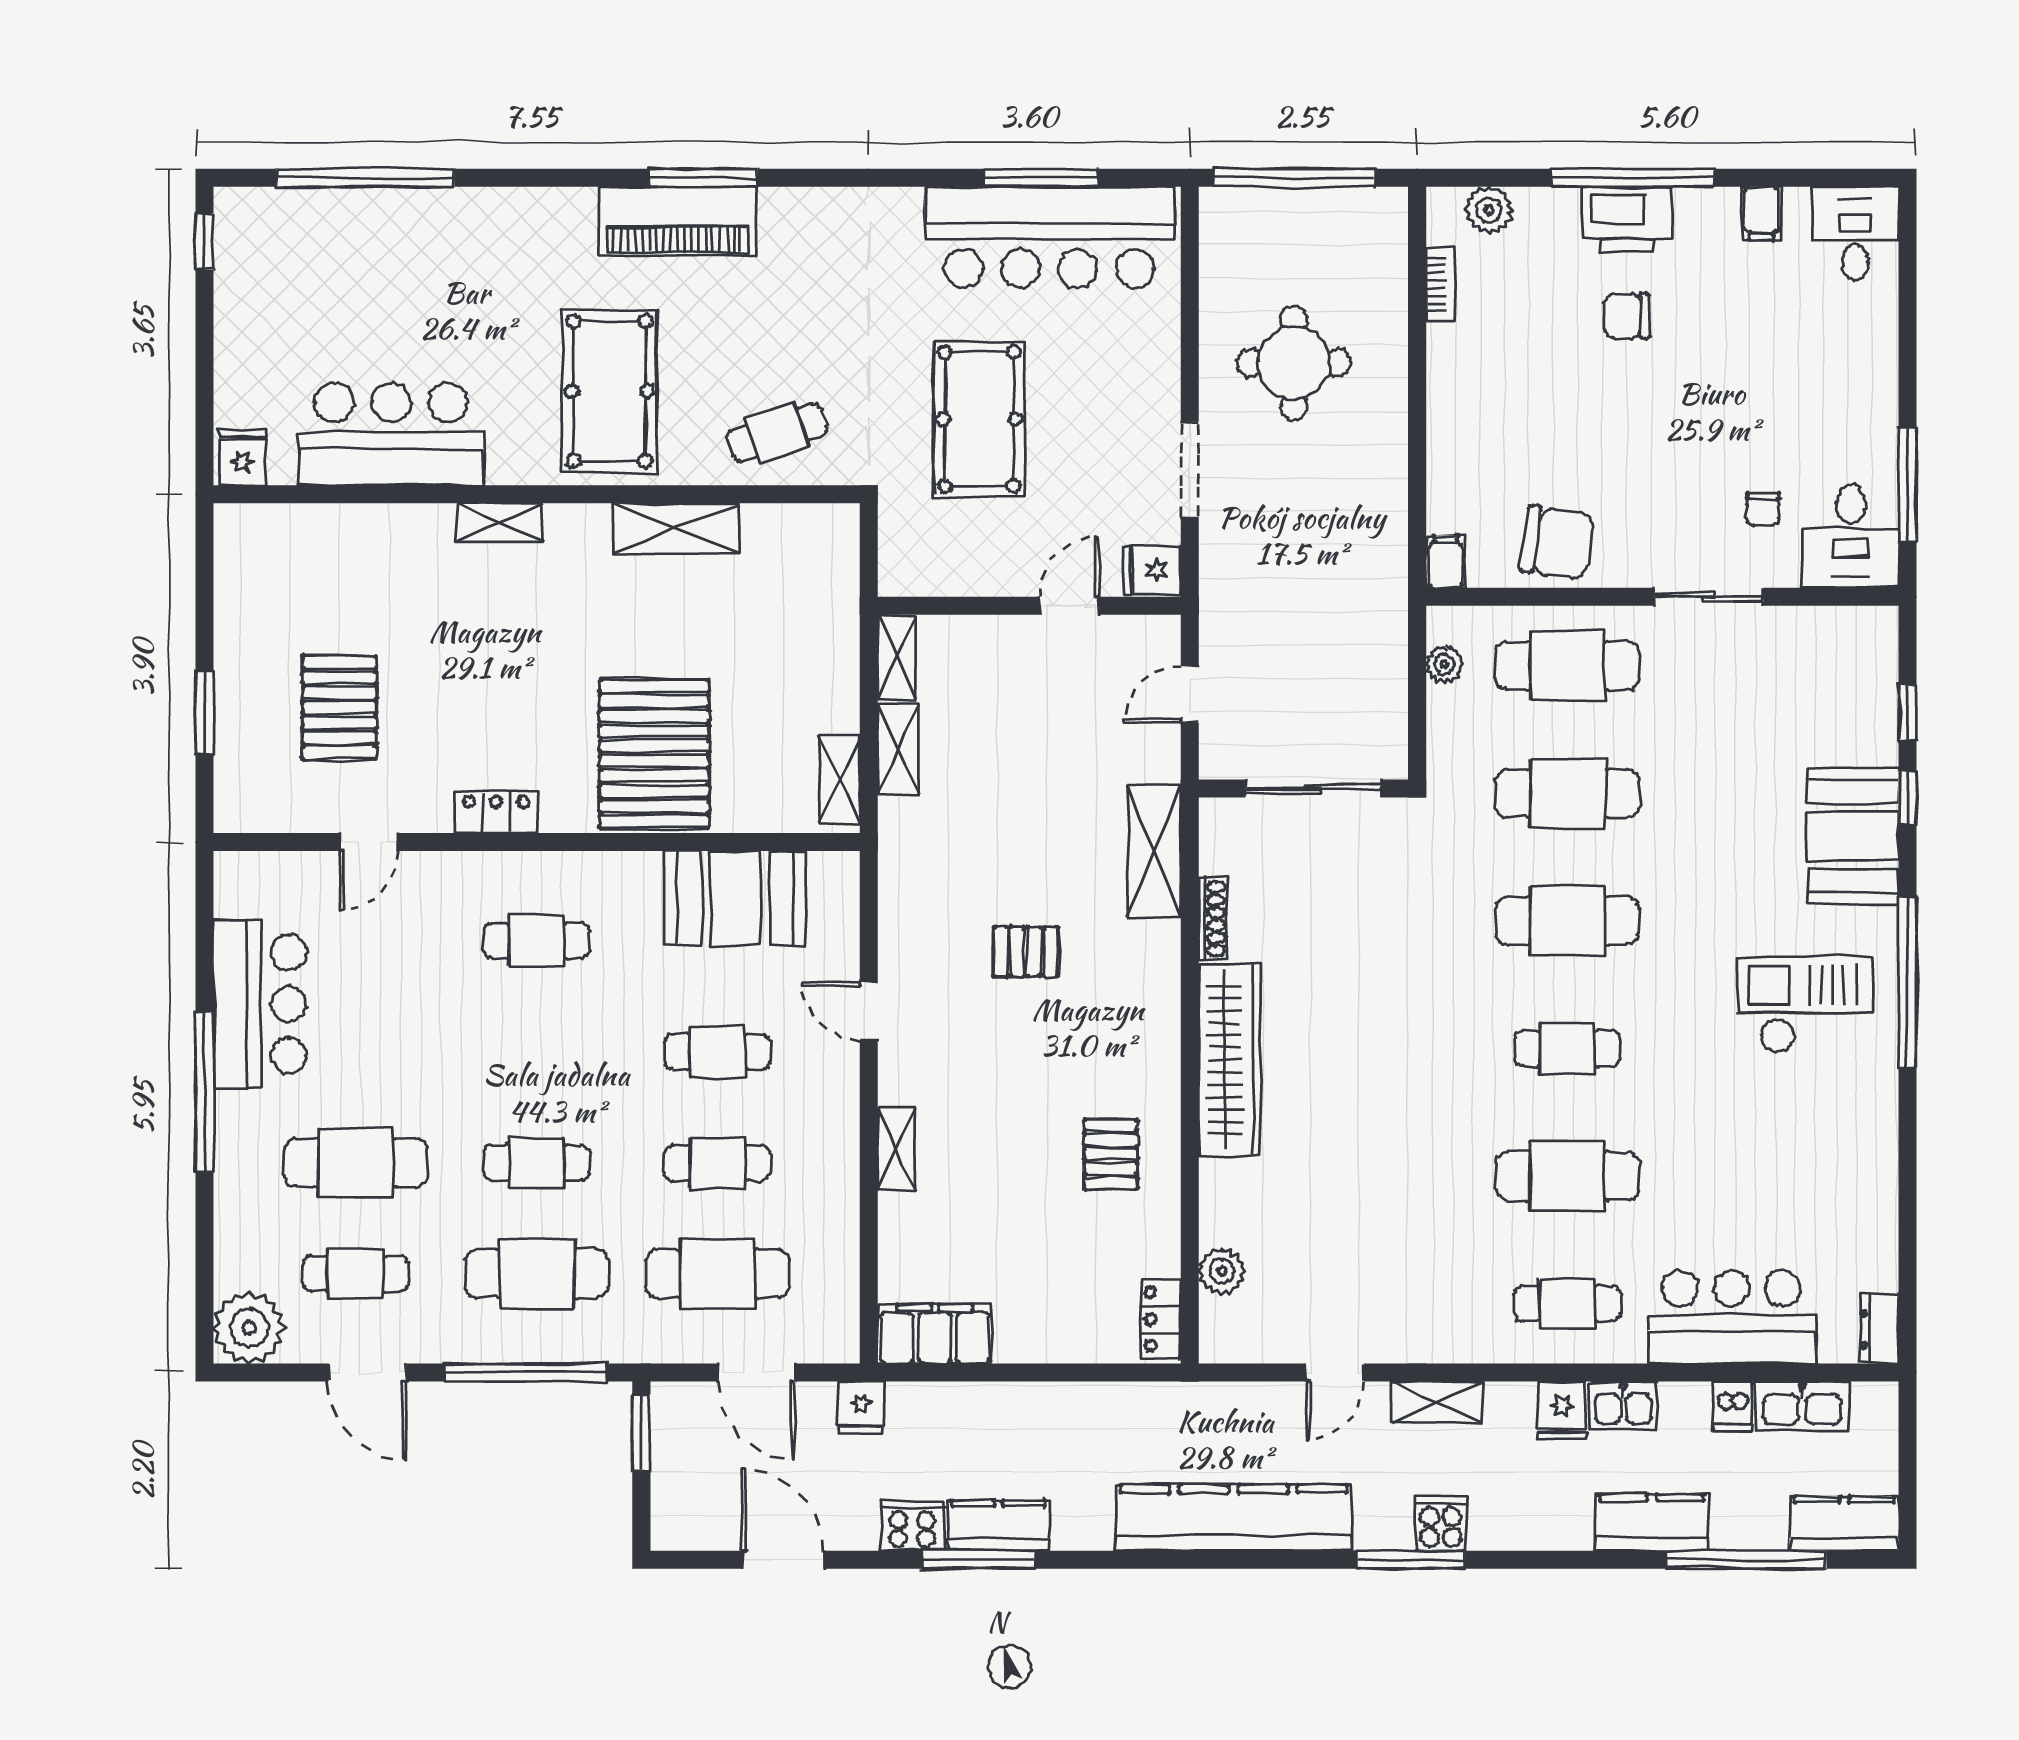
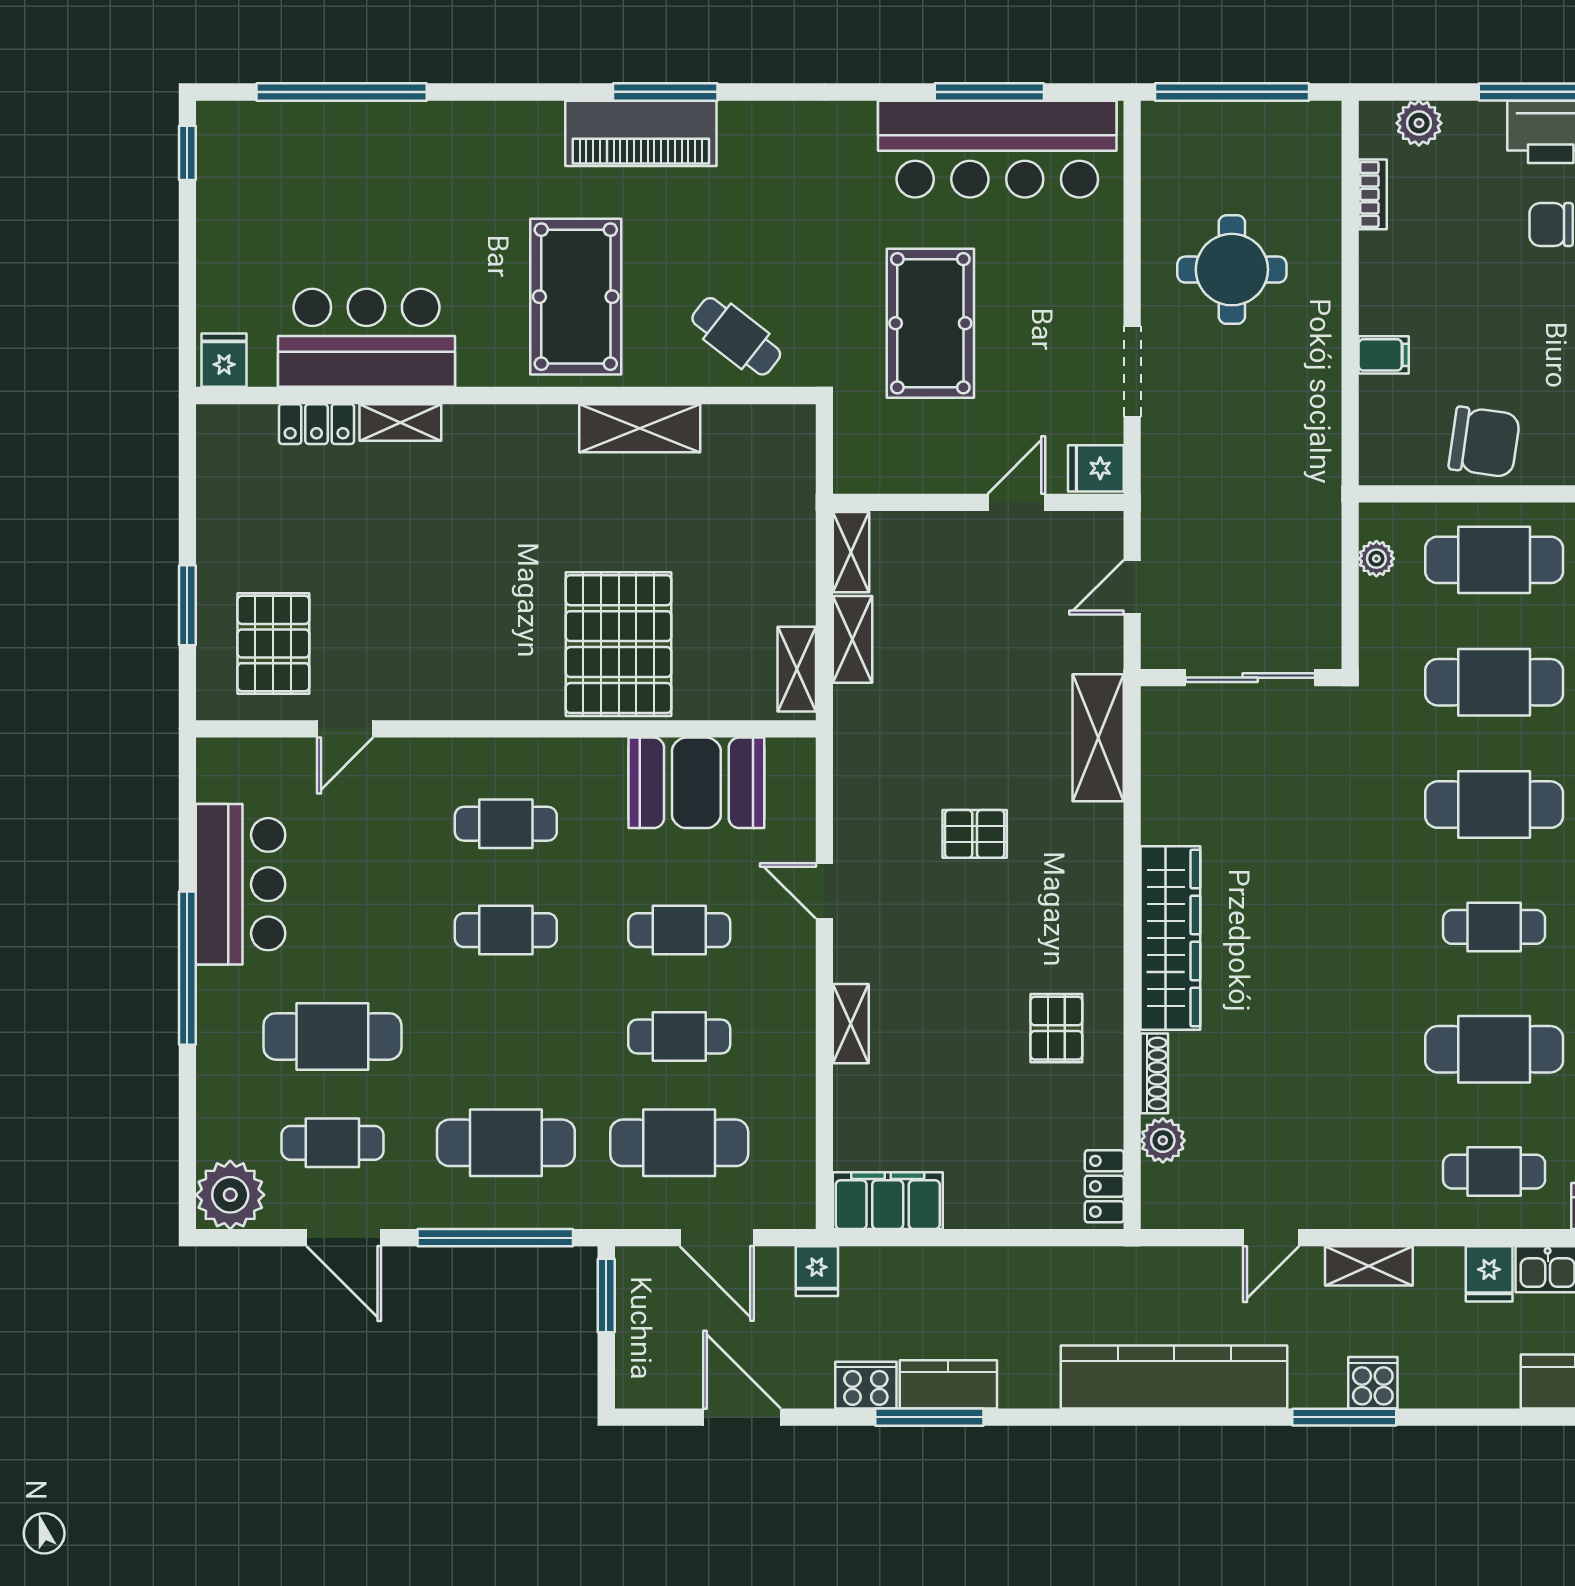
cafe table: (777, 433) -> (736, 336), turned 56
shelving: (500, 522) -> (400, 422), moved
filing cabinet: (1446, 562) -> (1384, 355), moved, turned 90
pallet: (339, 707) -> (273, 644), moved
locker: (496, 812) -> (317, 424), moved, turned 180
shoe rack: (1213, 919) -> (1154, 1073), moved
cafe table: (537, 1163) -> (506, 930), moved

